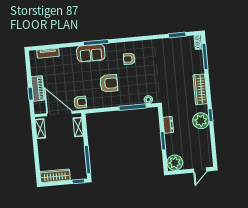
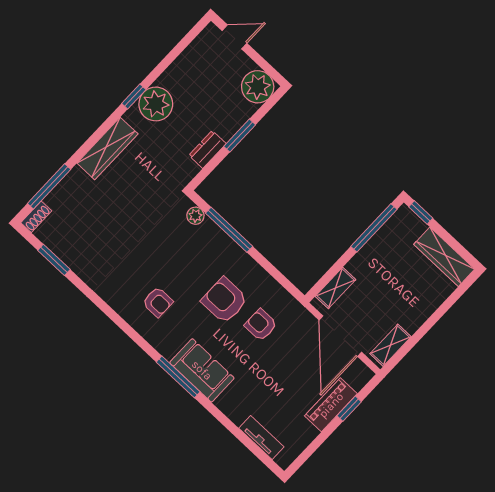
armchair: (80, 102) -> (261, 325), moved

